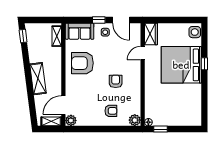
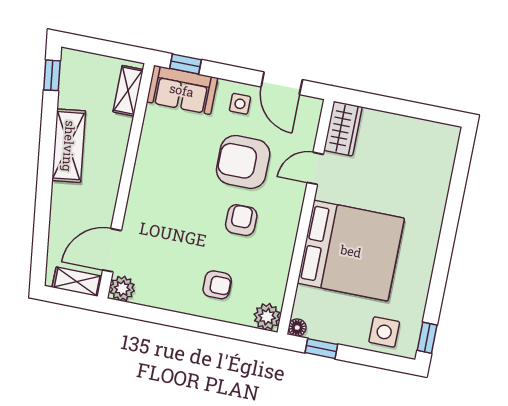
window: (99, 20) -> (185, 64), moved
side table: (195, 32) -> (384, 332), moved
armchair: (82, 63) -> (243, 162), moved
window: (204, 64) -> (427, 338), moved
bed: (181, 65) -> (351, 251), moved, turned 180
shelving: (38, 79) -> (69, 146), moved

